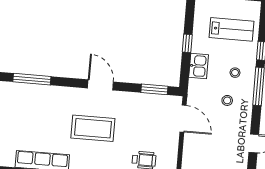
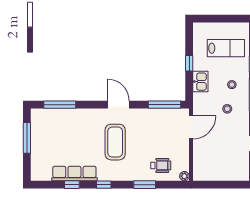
window: (154, 89) -> (165, 105), width x1.44
door: (183, 119) -> (191, 127), hinge flipped
coffee table: (93, 128) -> (115, 142), turned 90

